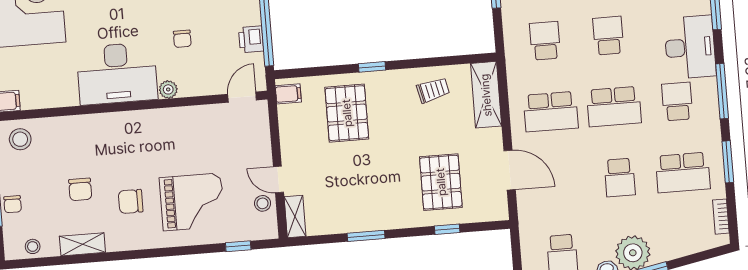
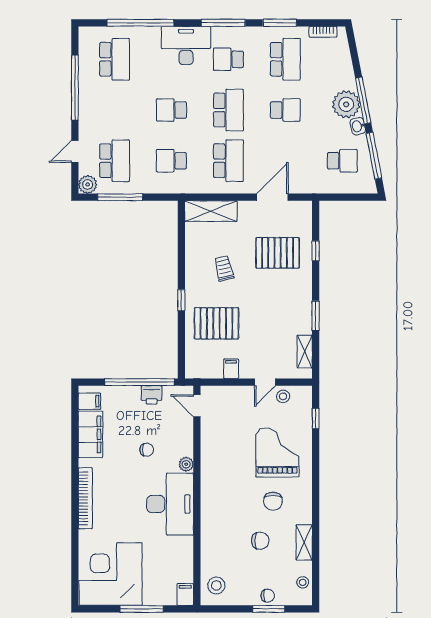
trolley: (433, 90) -> (224, 268), moved
filing cabinet: (288, 94) -> (231, 369), moved
shelving: (295, 216) -> (305, 352), moved, turned 90

